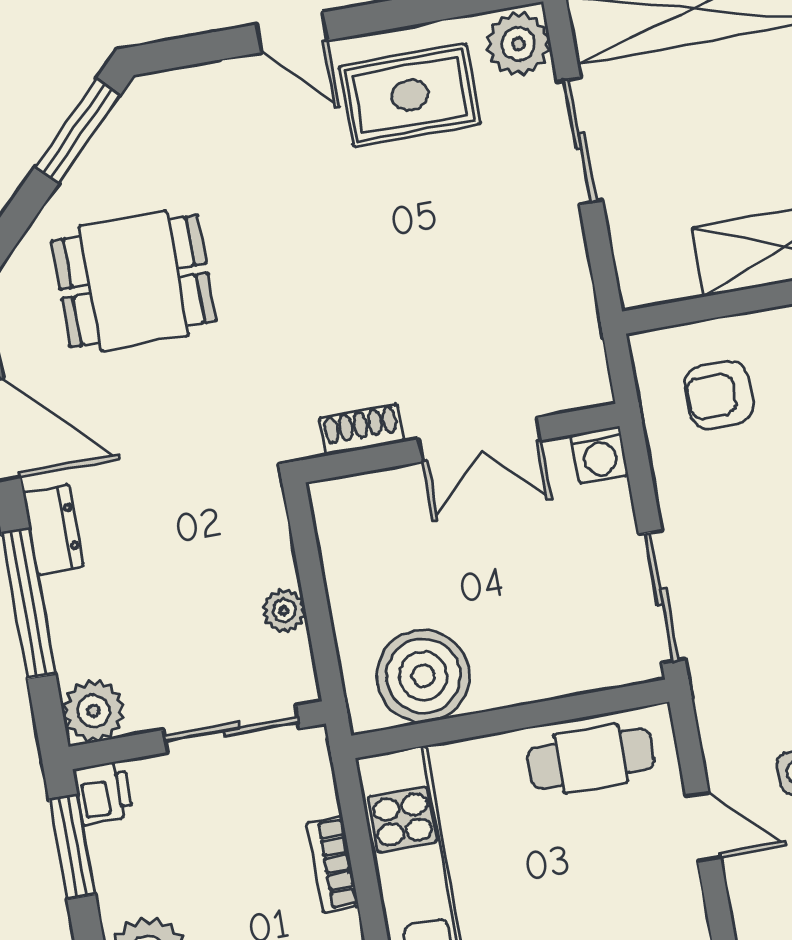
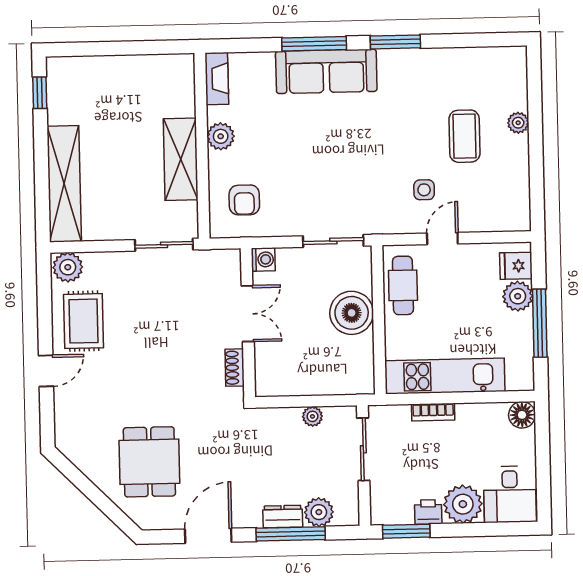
window: (78, 131) -> (76, 477), removed
sliding door: (580, 141) -> (164, 245), moved
dresser: (53, 530) -> (283, 516), moved
boiler: (423, 676) -> (352, 313), moved
plant: (94, 711) -> (319, 512), moved
printer: (103, 793) -> (428, 512), moved

